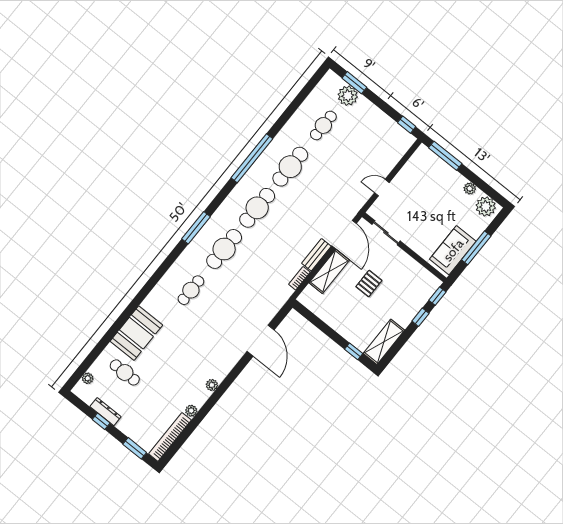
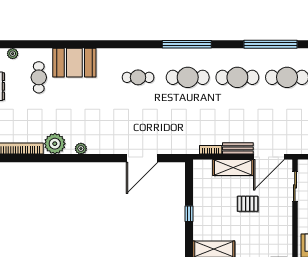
window: (196, 228) -> (187, 44), width x1.46
window: (354, 351) -> (189, 214), moved
plant: (191, 411) -> (55, 144), width x1.88, depth x1.88

